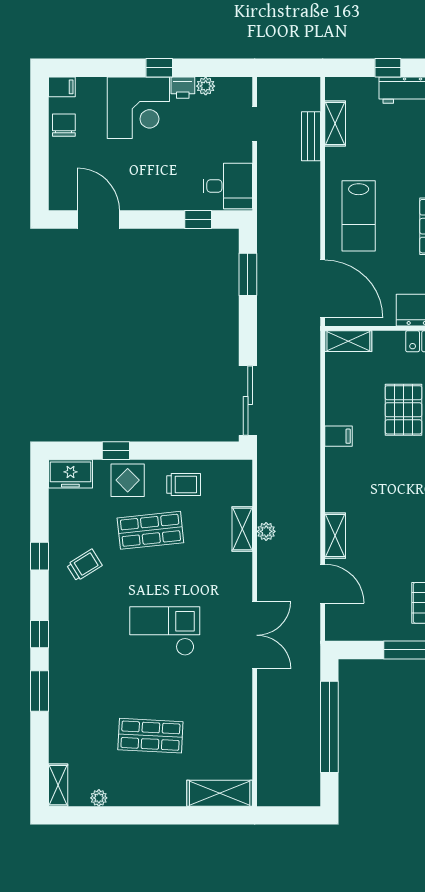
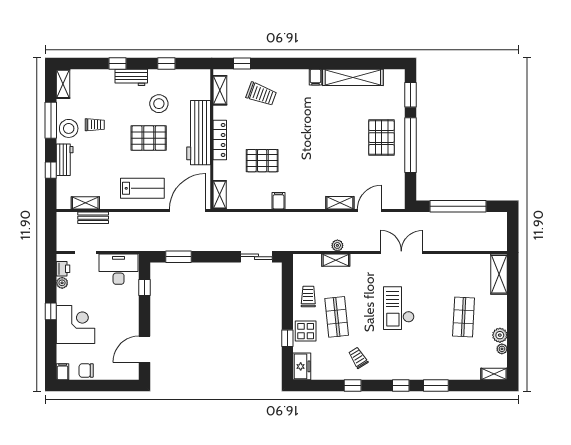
printer: (183, 88) -> (63, 269), moved
desk: (228, 186) -> (119, 269), width x1.37
sliding door: (248, 401) -> (256, 257), width x0.73
plant: (121, 794) -> (500, 335), added

